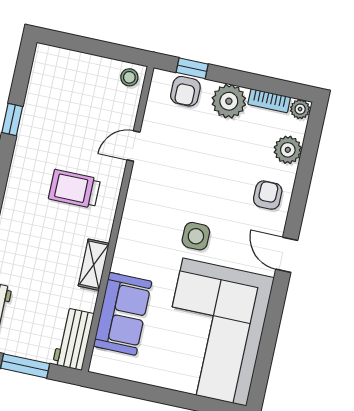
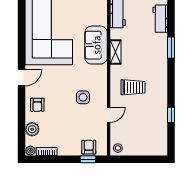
plant: (229, 101) -> (66, 147), removed
side table: (196, 236) -> (83, 97), moved
door: (287, 255) -> (21, 77), hinge flipped
sofa: (123, 314) -> (96, 45), moved

